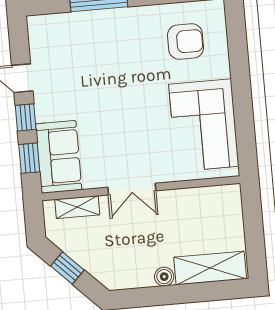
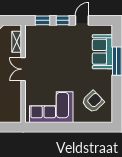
armchair: (186, 42) -> (93, 102), turned -134
sofa: (59, 157) -> (102, 52), moved, turned 90

